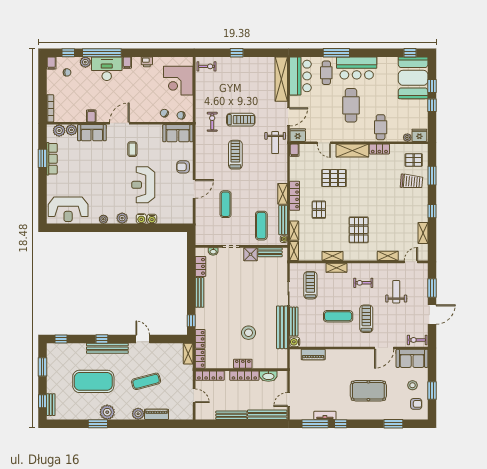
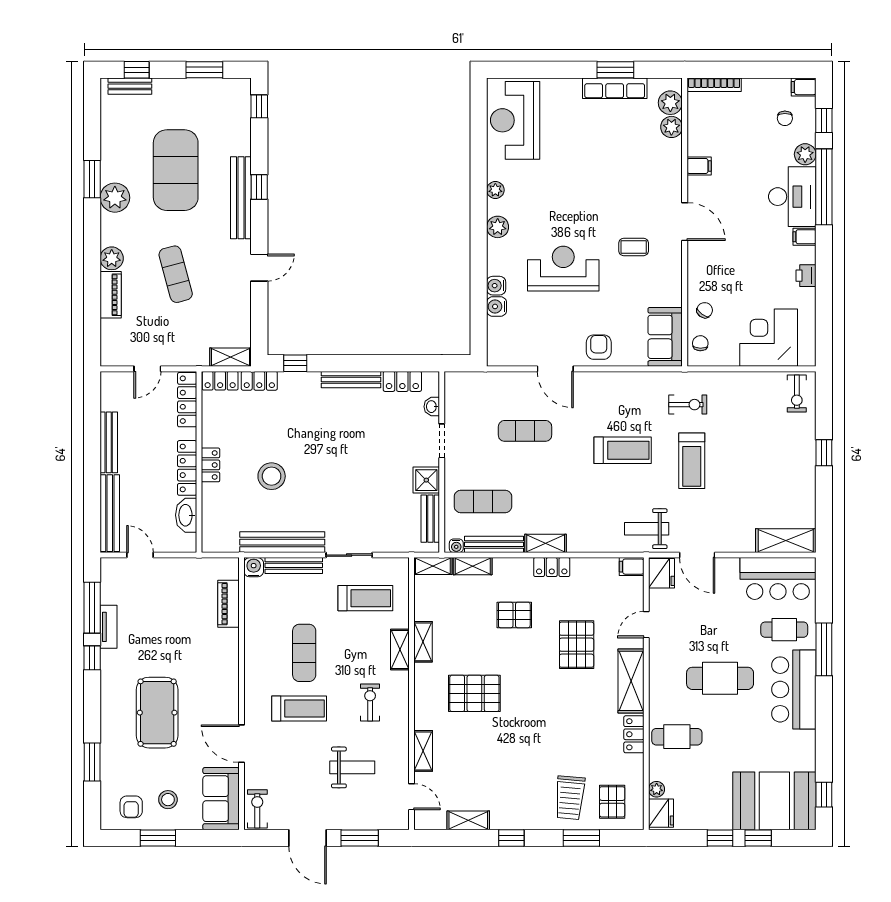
shelving: (281, 79) -> (786, 541), width x0.68
sofa: (92, 133) -> (666, 167), removed
locker: (295, 196) -> (552, 567), width x0.66
water cooler: (141, 219) -> (497, 306), moved

